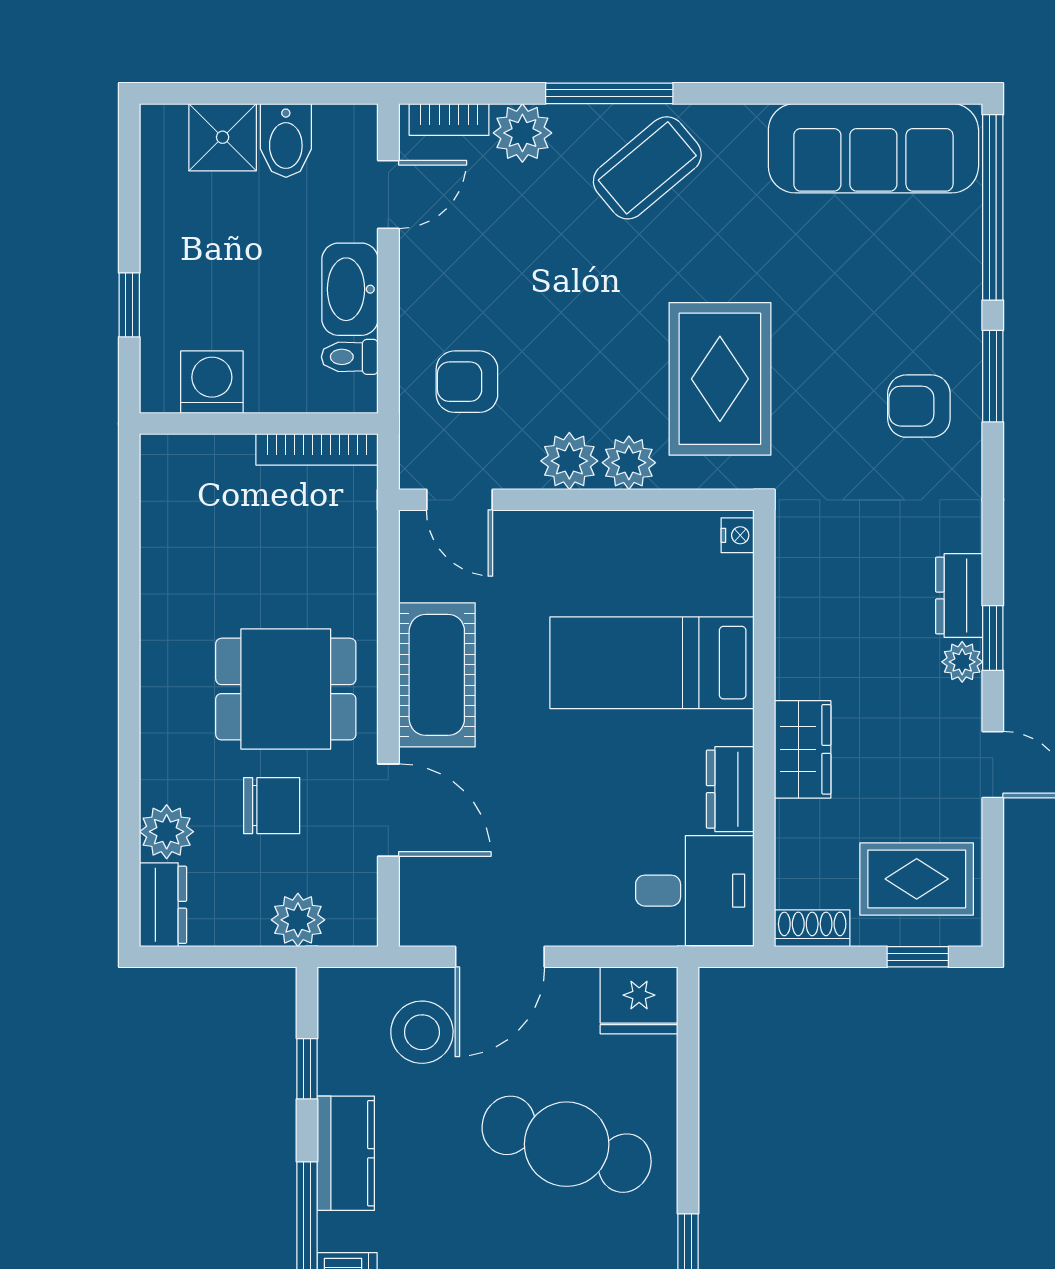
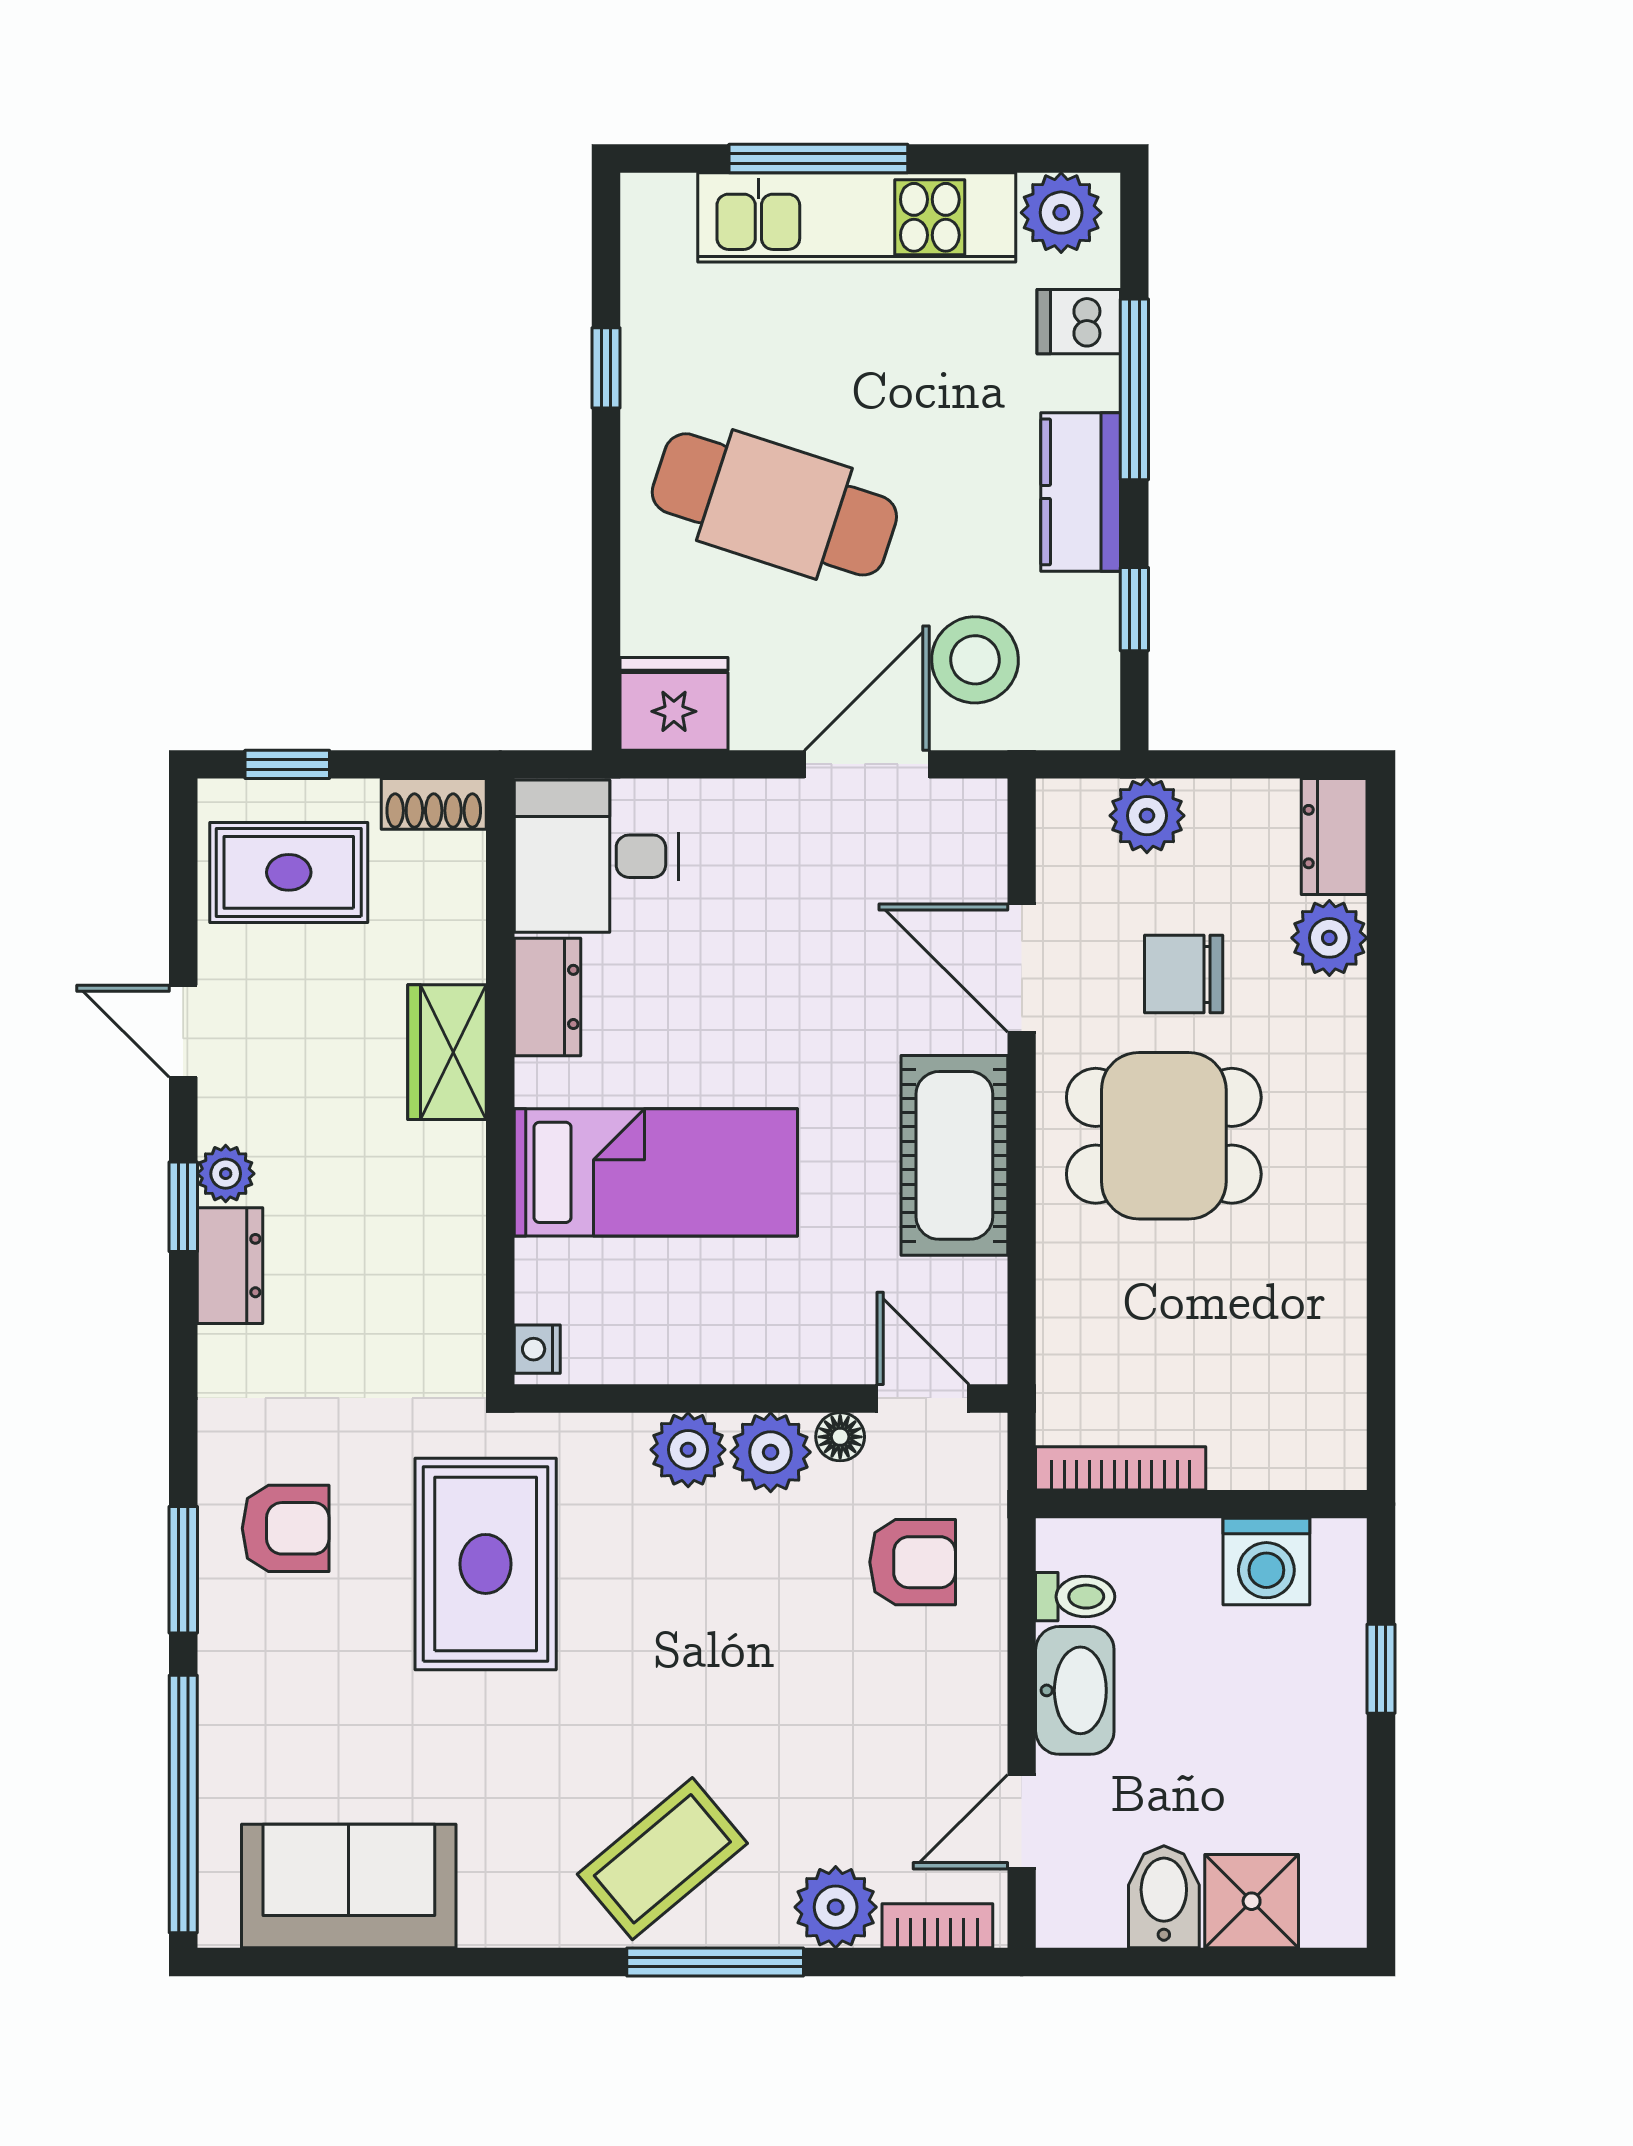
sofa: (873, 148) -> (349, 1886), width x0.73
rug: (720, 379) -> (486, 1564), moved
floor lamp: (519, 472) -> (840, 1437), added

